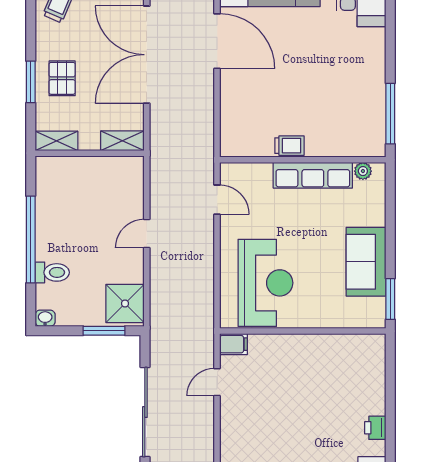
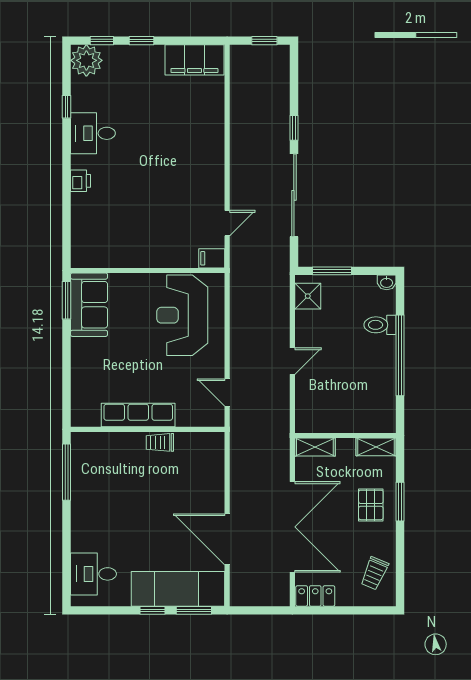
plant: (363, 171) -> (92, 419), removed
sofa: (366, 262) -> (89, 305), moved
shower: (125, 303) -> (308, 296), width x0.73, depth x0.73

